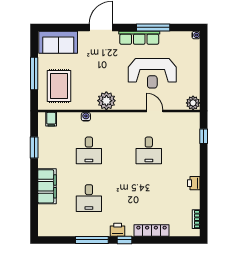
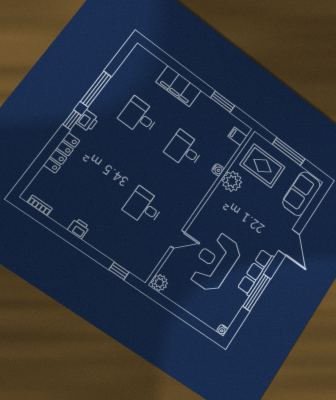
plant: (106, 101) -> (232, 181), moved

